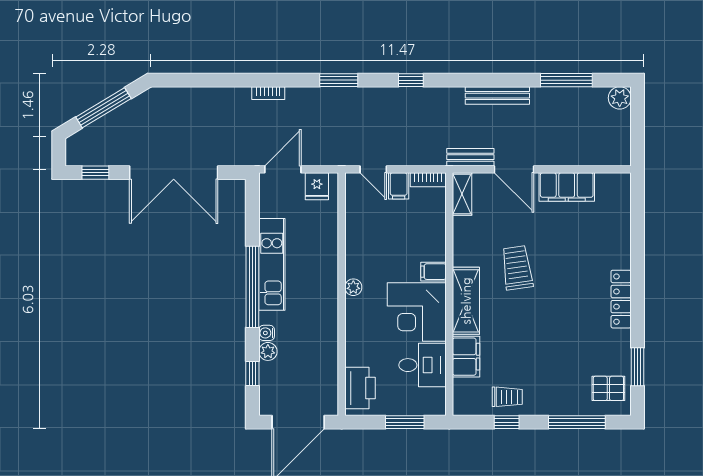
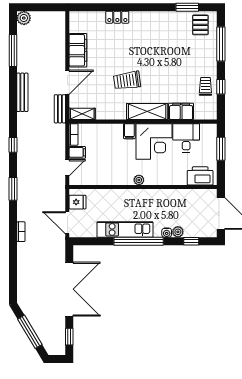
locker: (621, 299) -> (117, 17), moved, width x0.66

